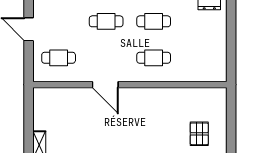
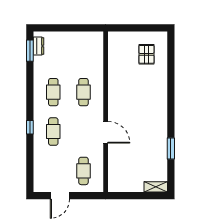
door: (105, 85) -> (106, 132), hinge flipped
pallet: (199, 134) -> (146, 54), turned 90

